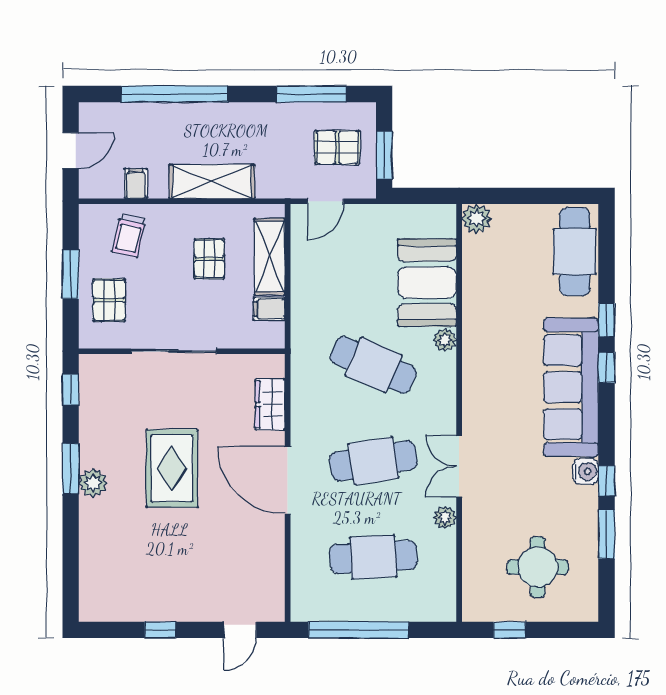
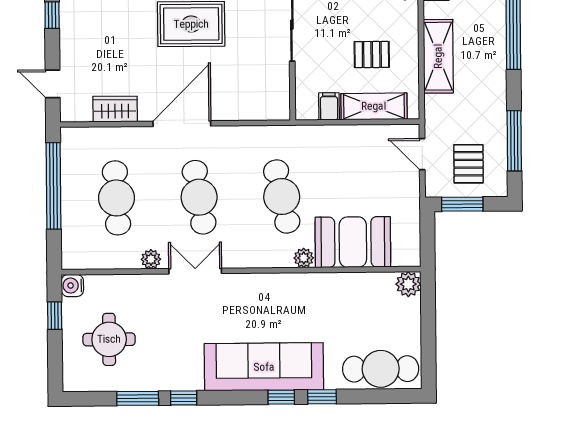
cafe table: (373, 365) -> (282, 197), turned -36
wardrobe: (270, 404) -> (115, 109), moved
water cooler: (586, 471) -> (72, 285), moved, turned 90

